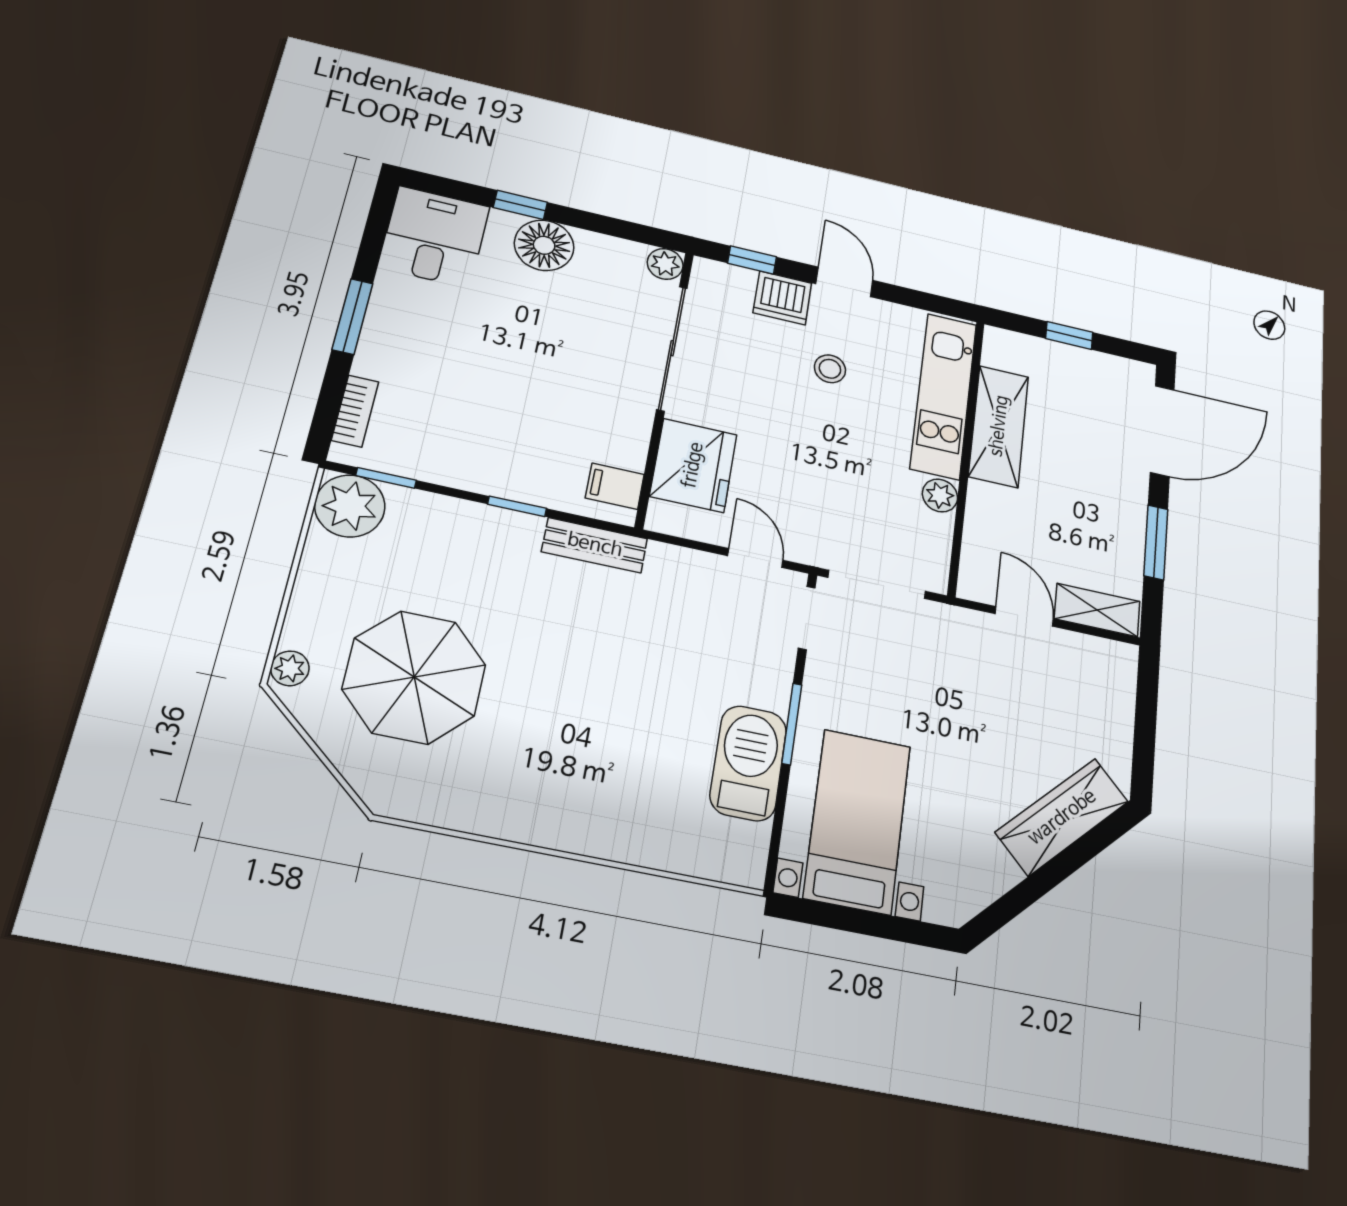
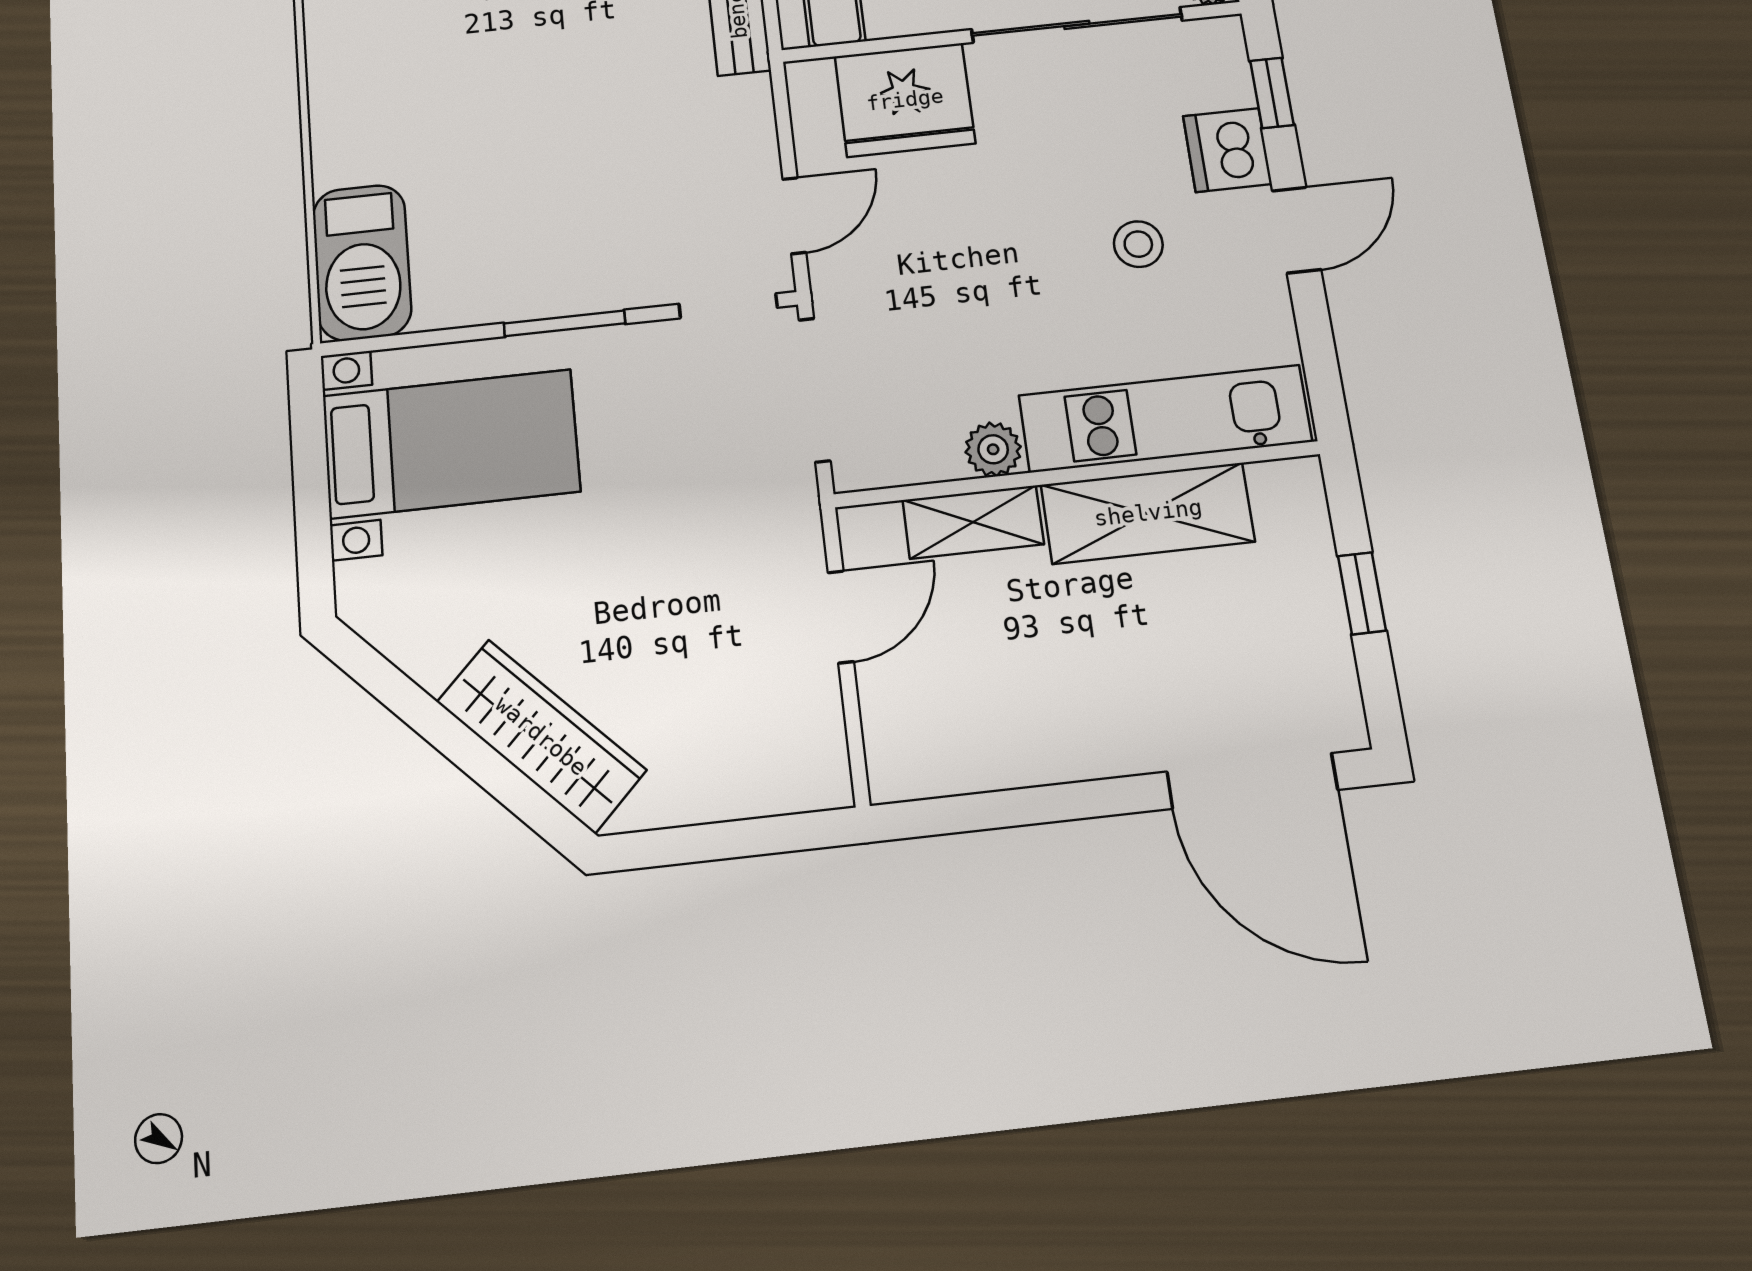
window: (1156, 542) -> (1045, 804), removed
shelving: (1097, 610) -> (973, 522), moved, turned 90
barbecue: (748, 763) -> (362, 262), moved, turned 90

